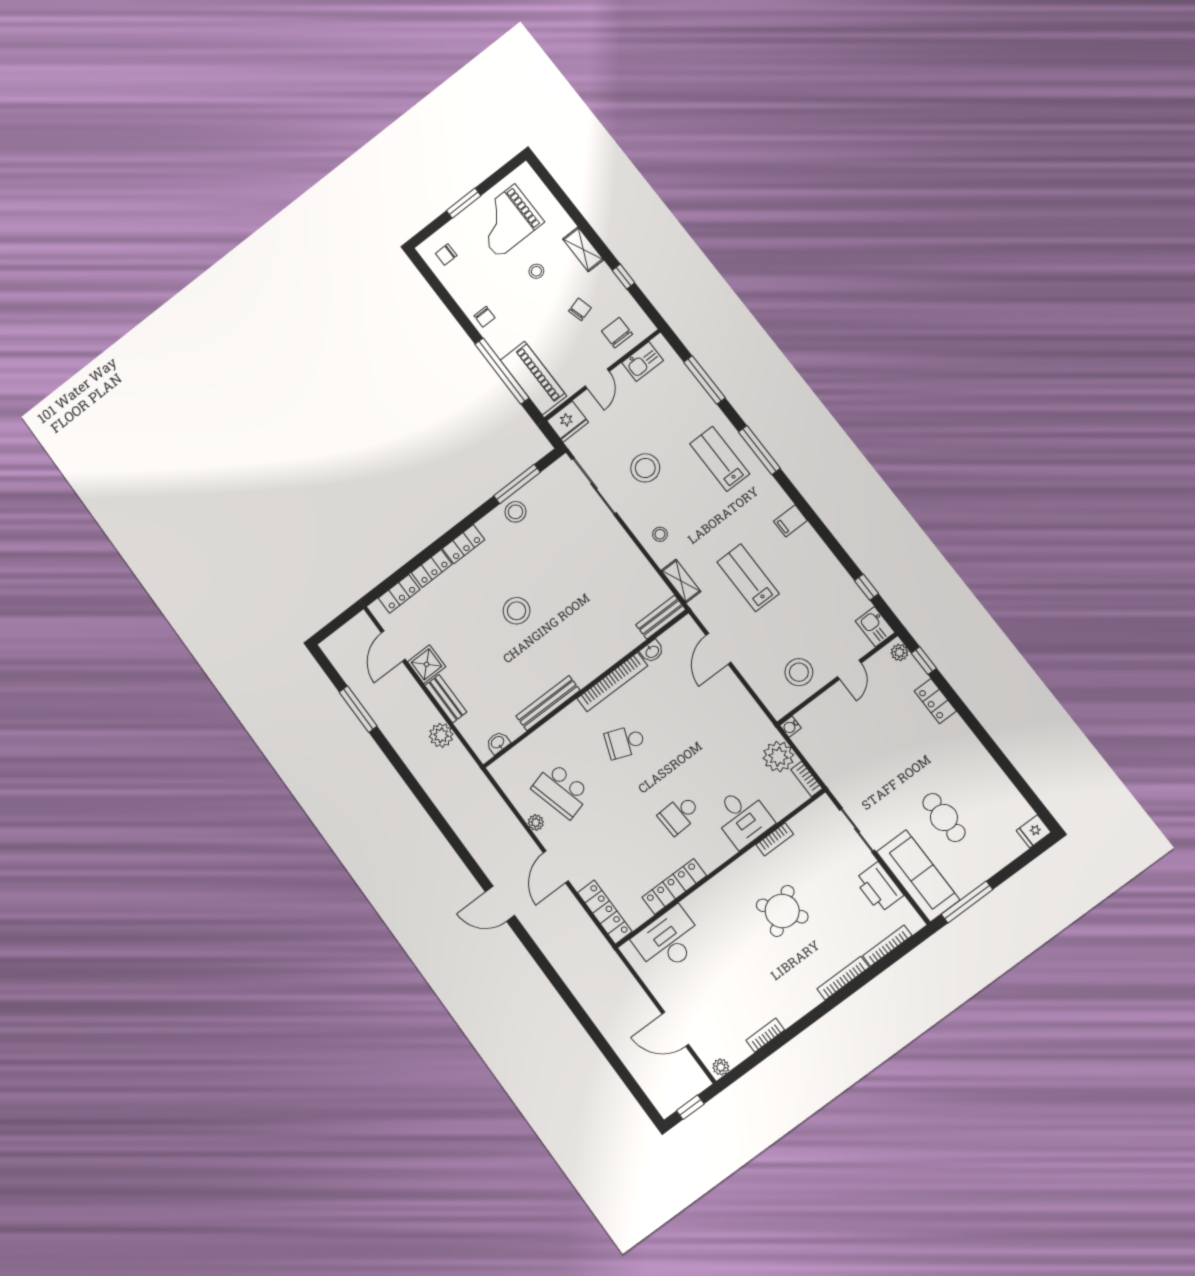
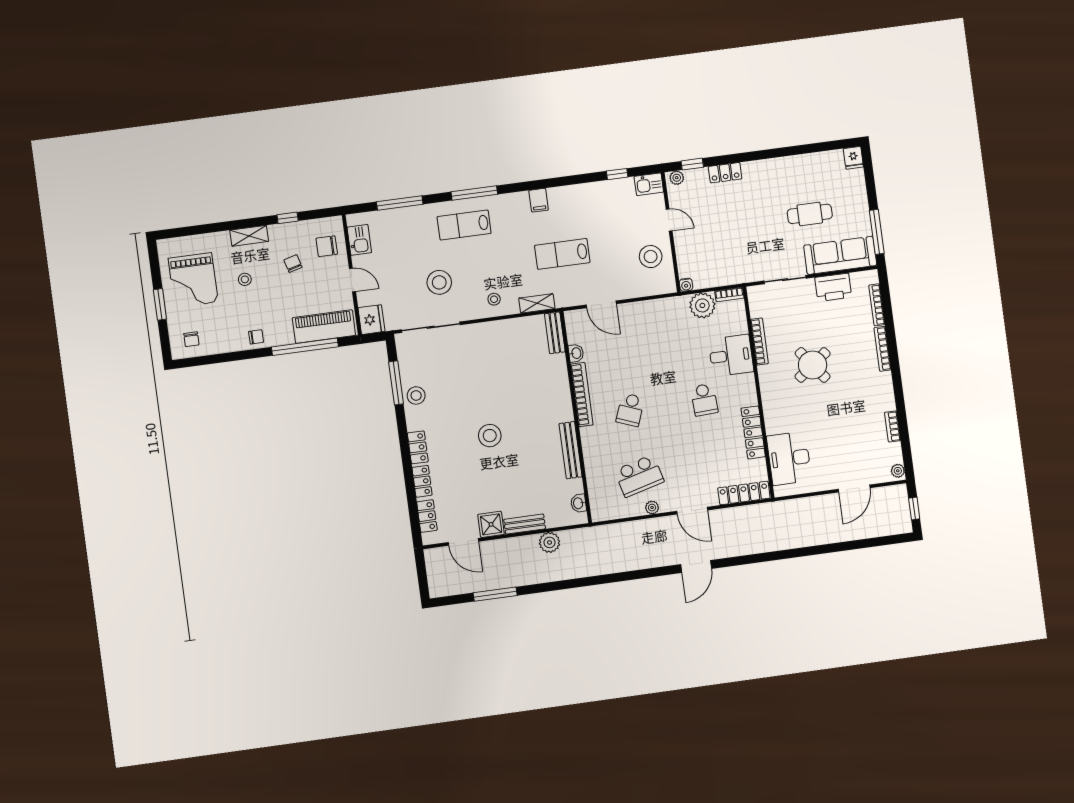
bookcase: (775, 839) -> (759, 342), width x1.56

